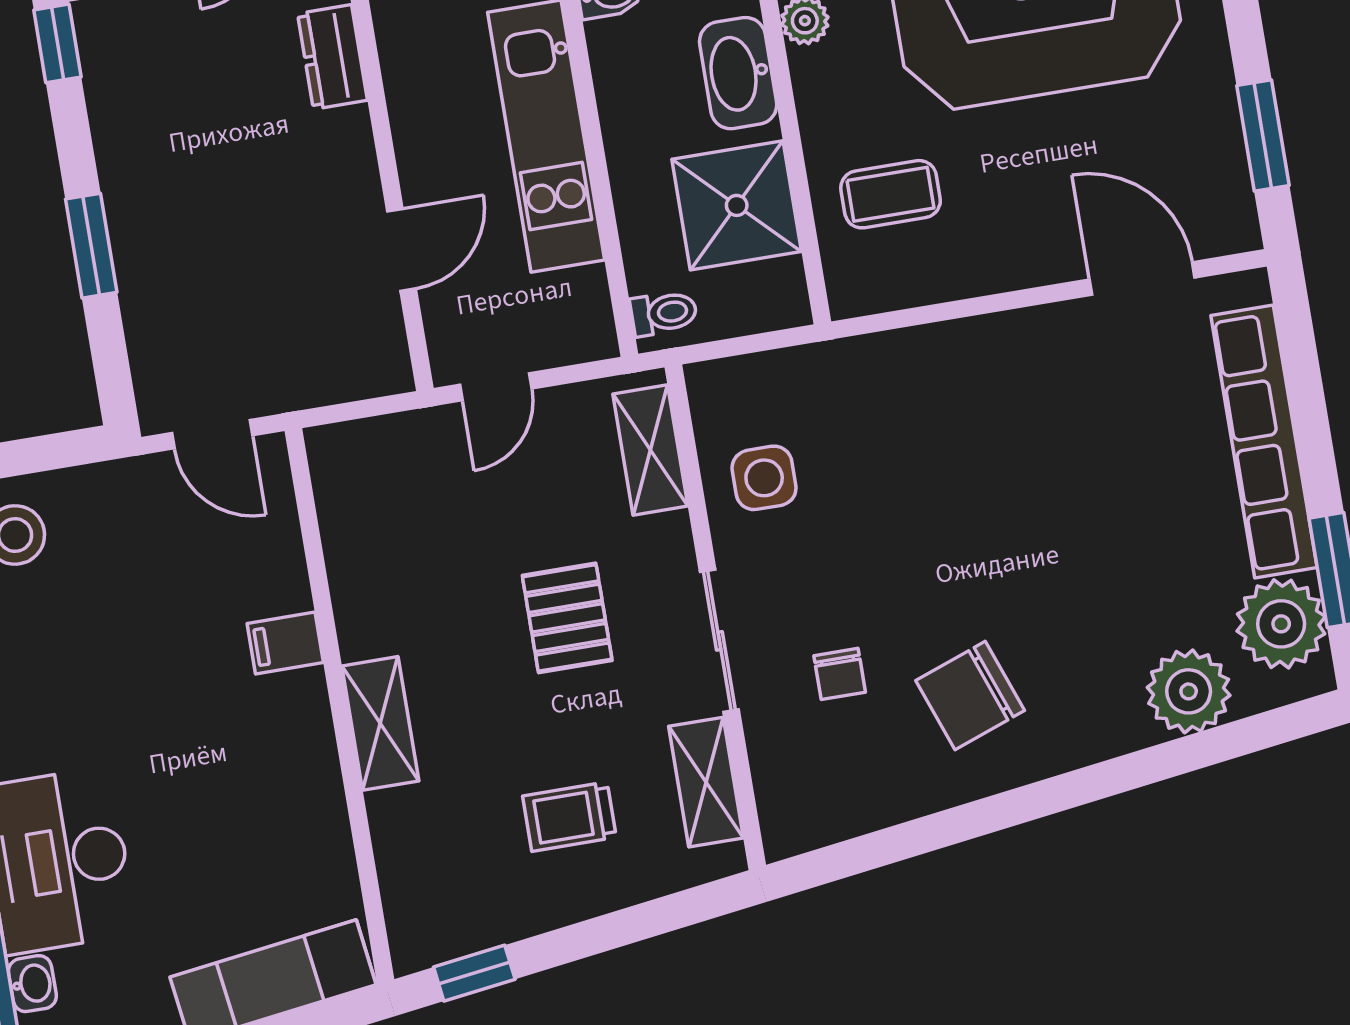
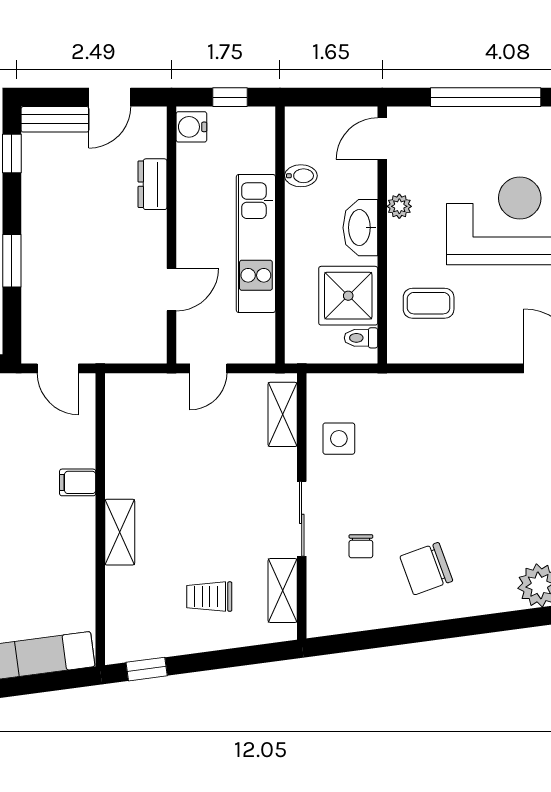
toilet: (664, 313) -> (361, 338), moved, turned 180
pallet: (567, 618) -> (225, 494), removed

